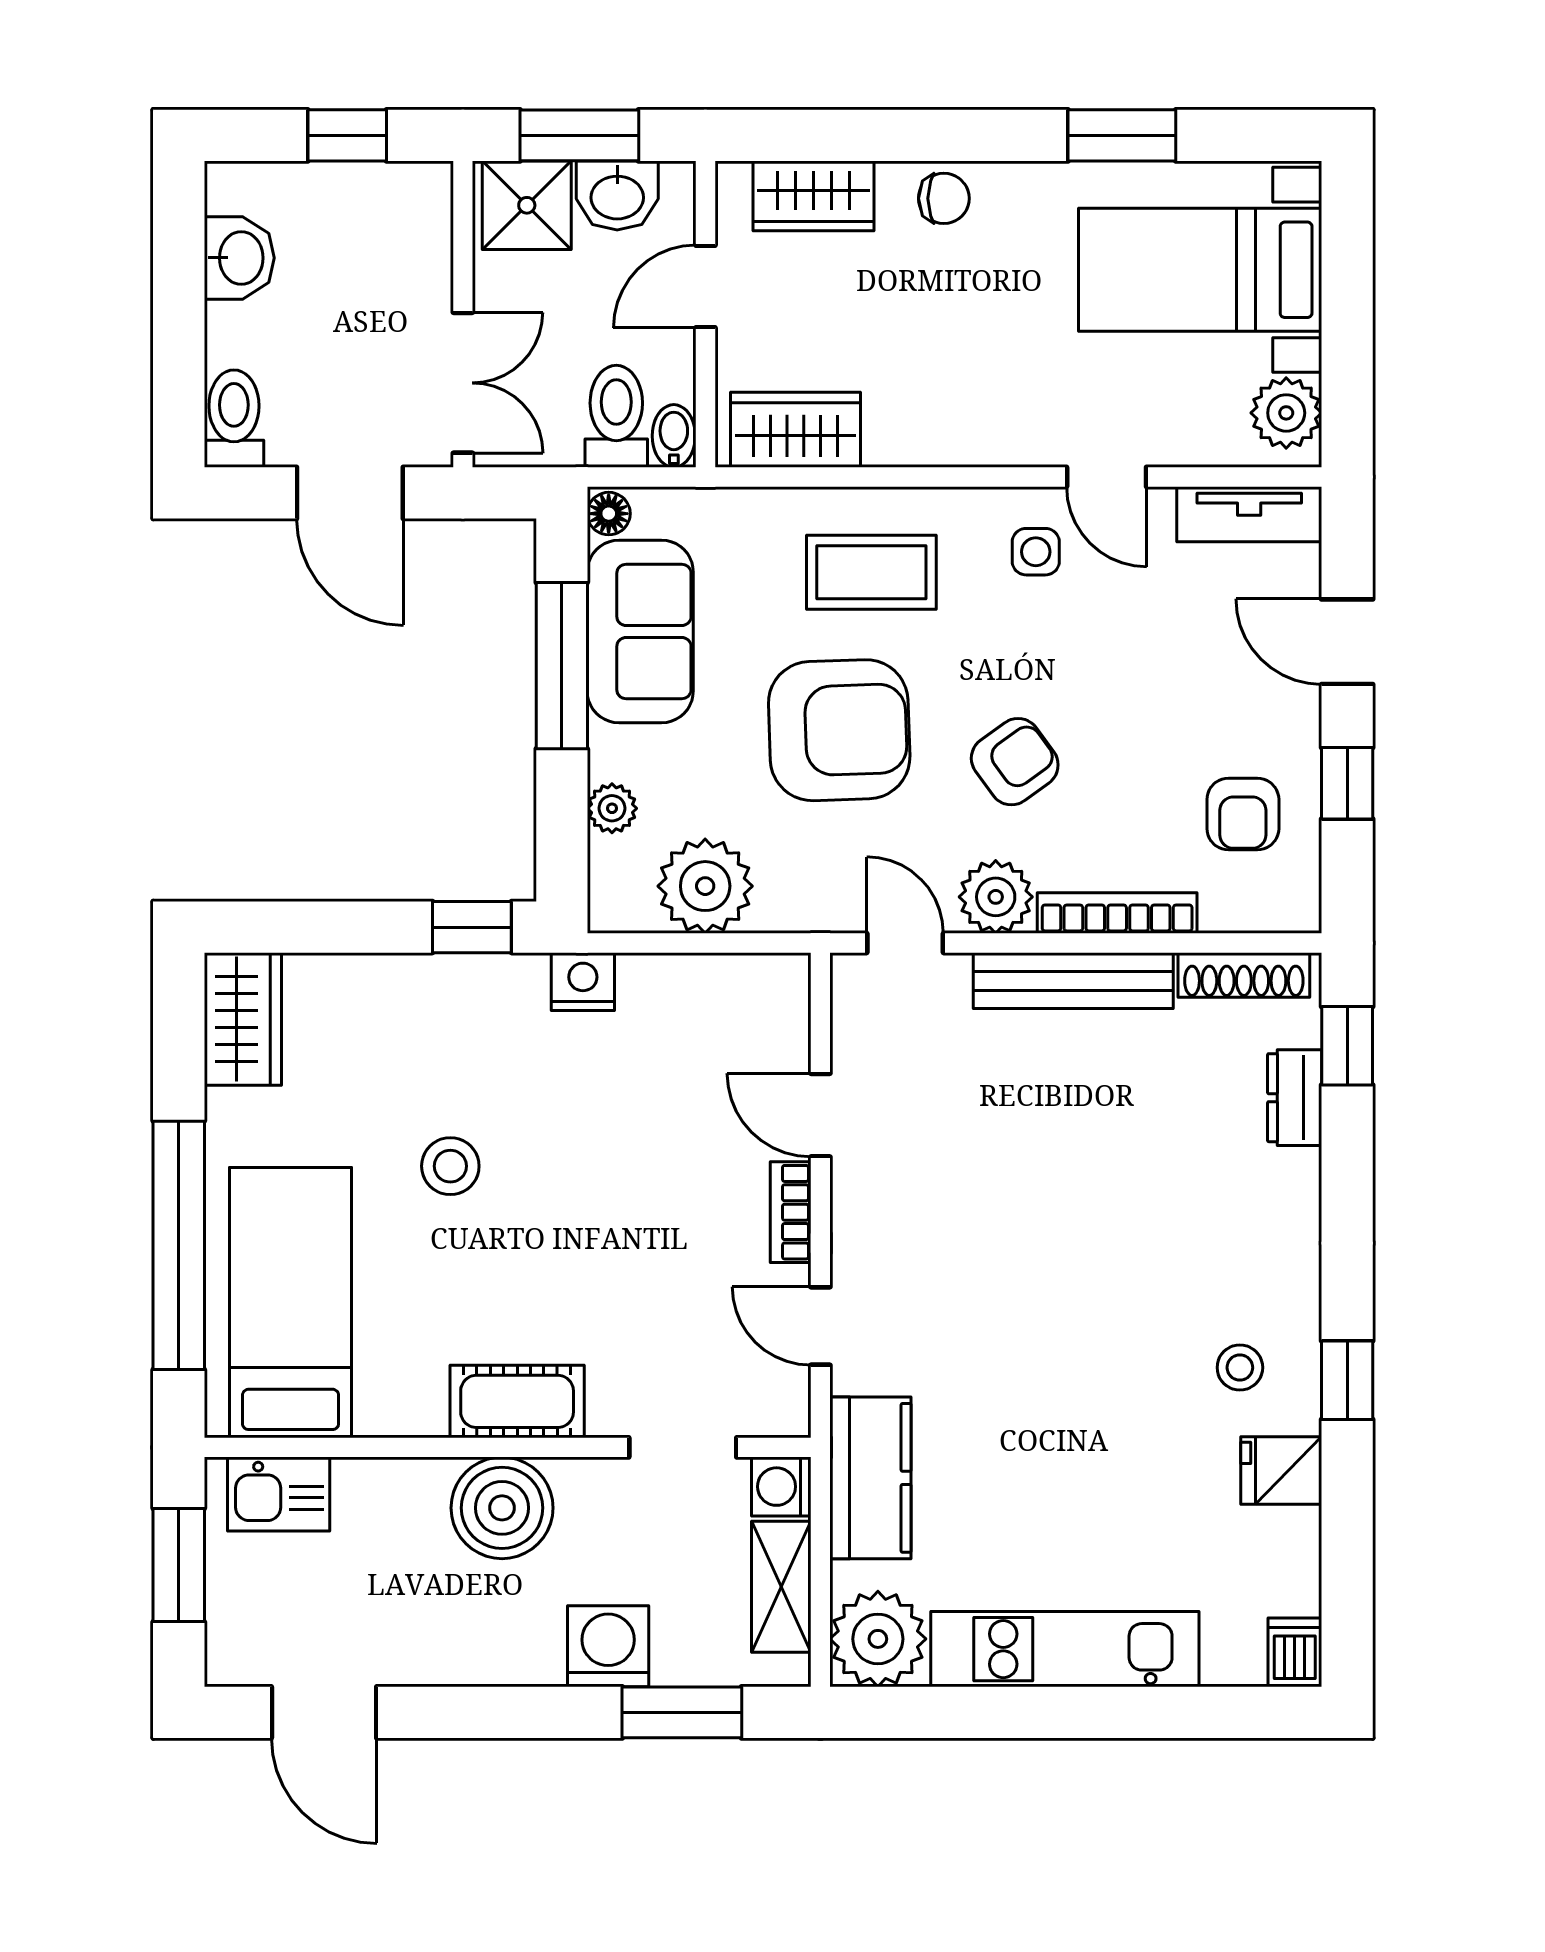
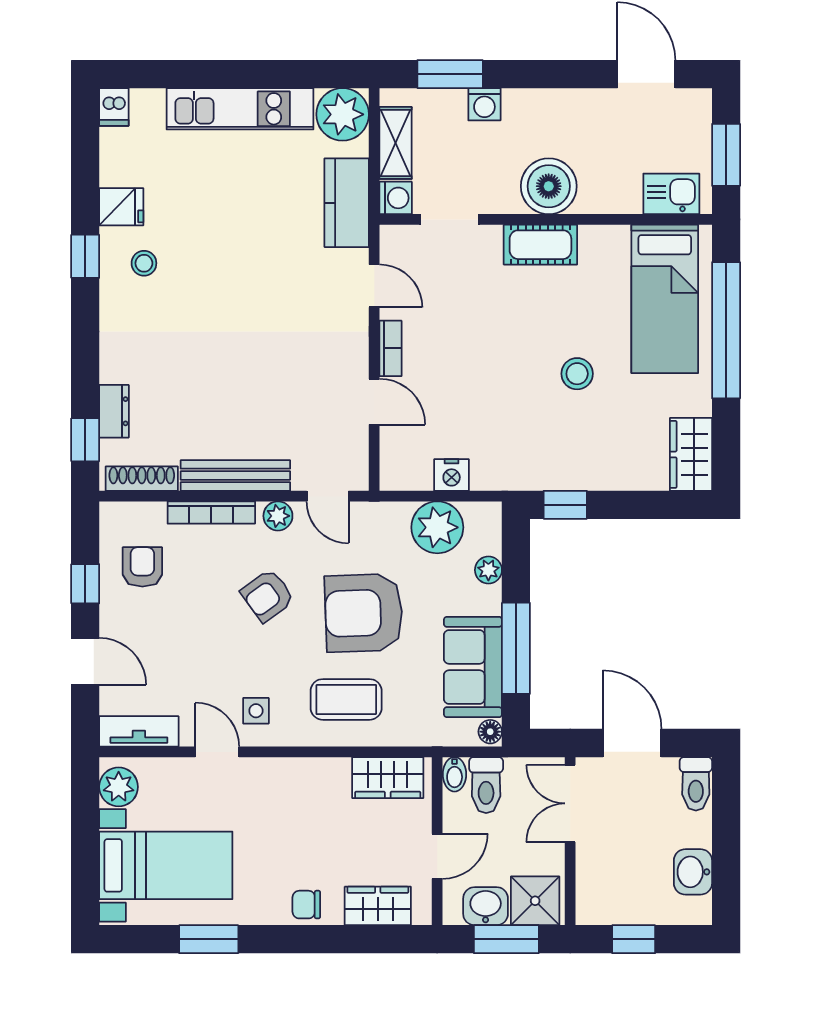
plant: (996, 897) -> (278, 516), width x0.73, depth x0.73
nightstand: (583, 982) -> (452, 475), moved
washing machine: (608, 1646) -> (484, 104), width x0.73, depth x0.73

